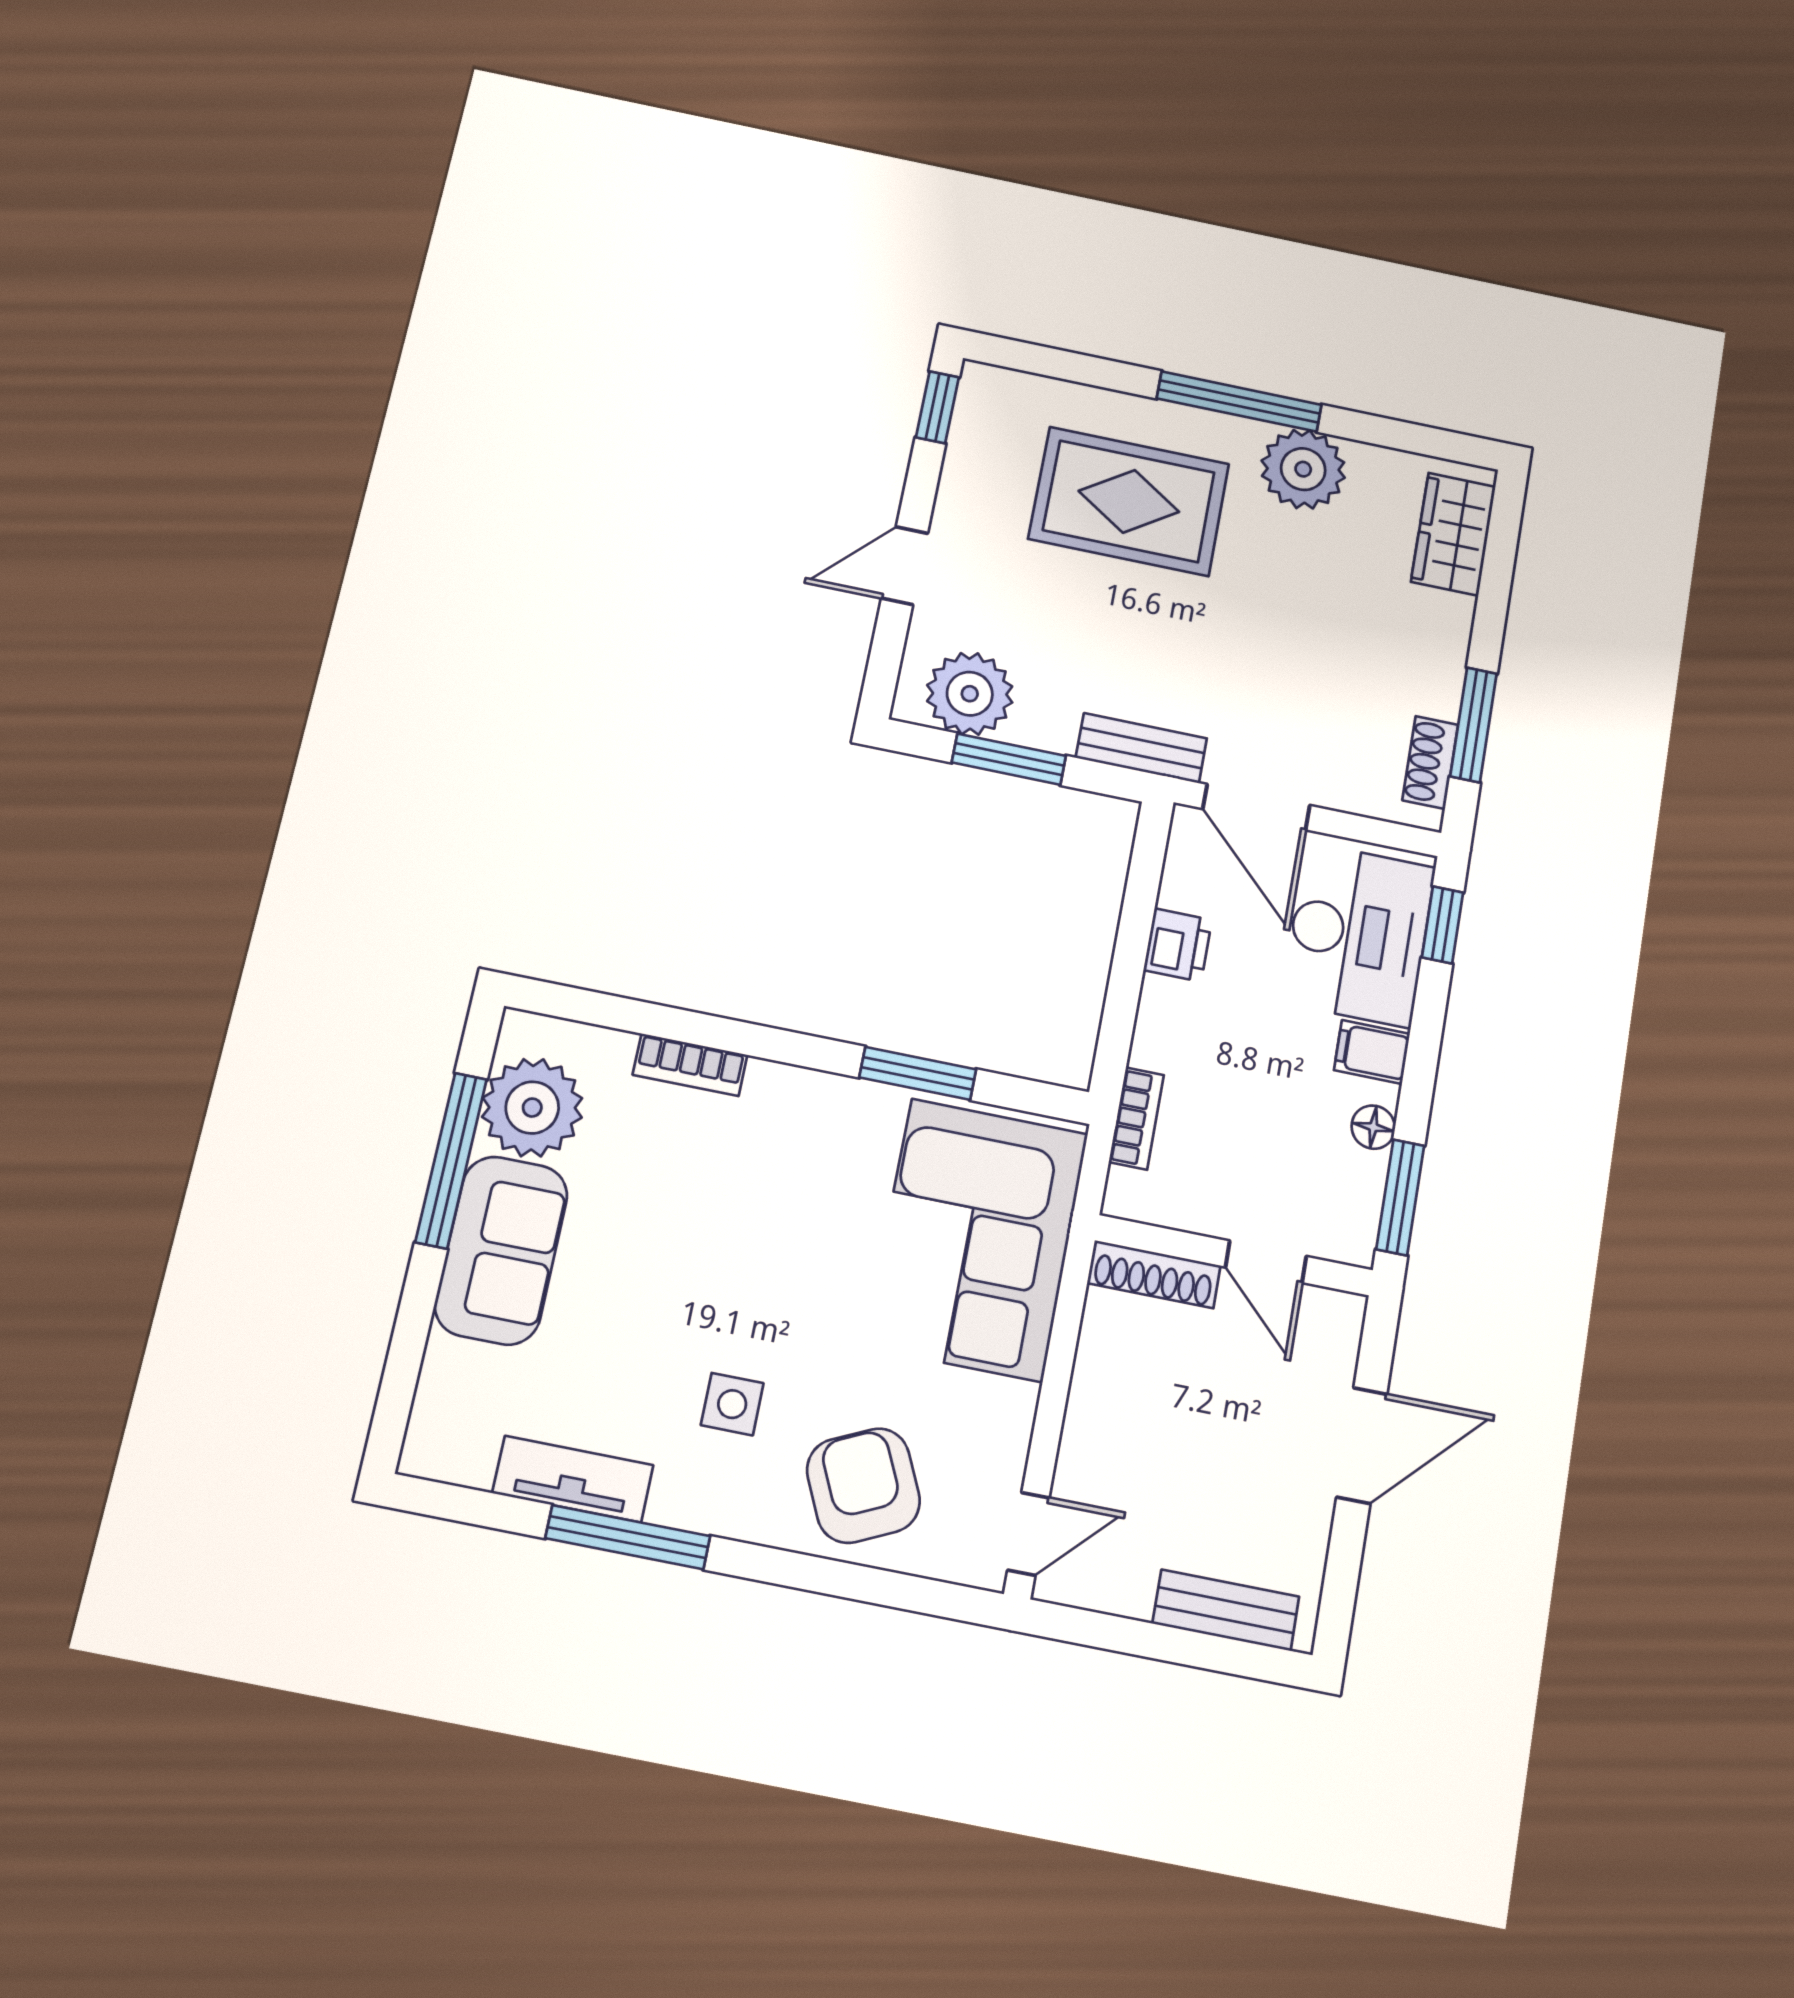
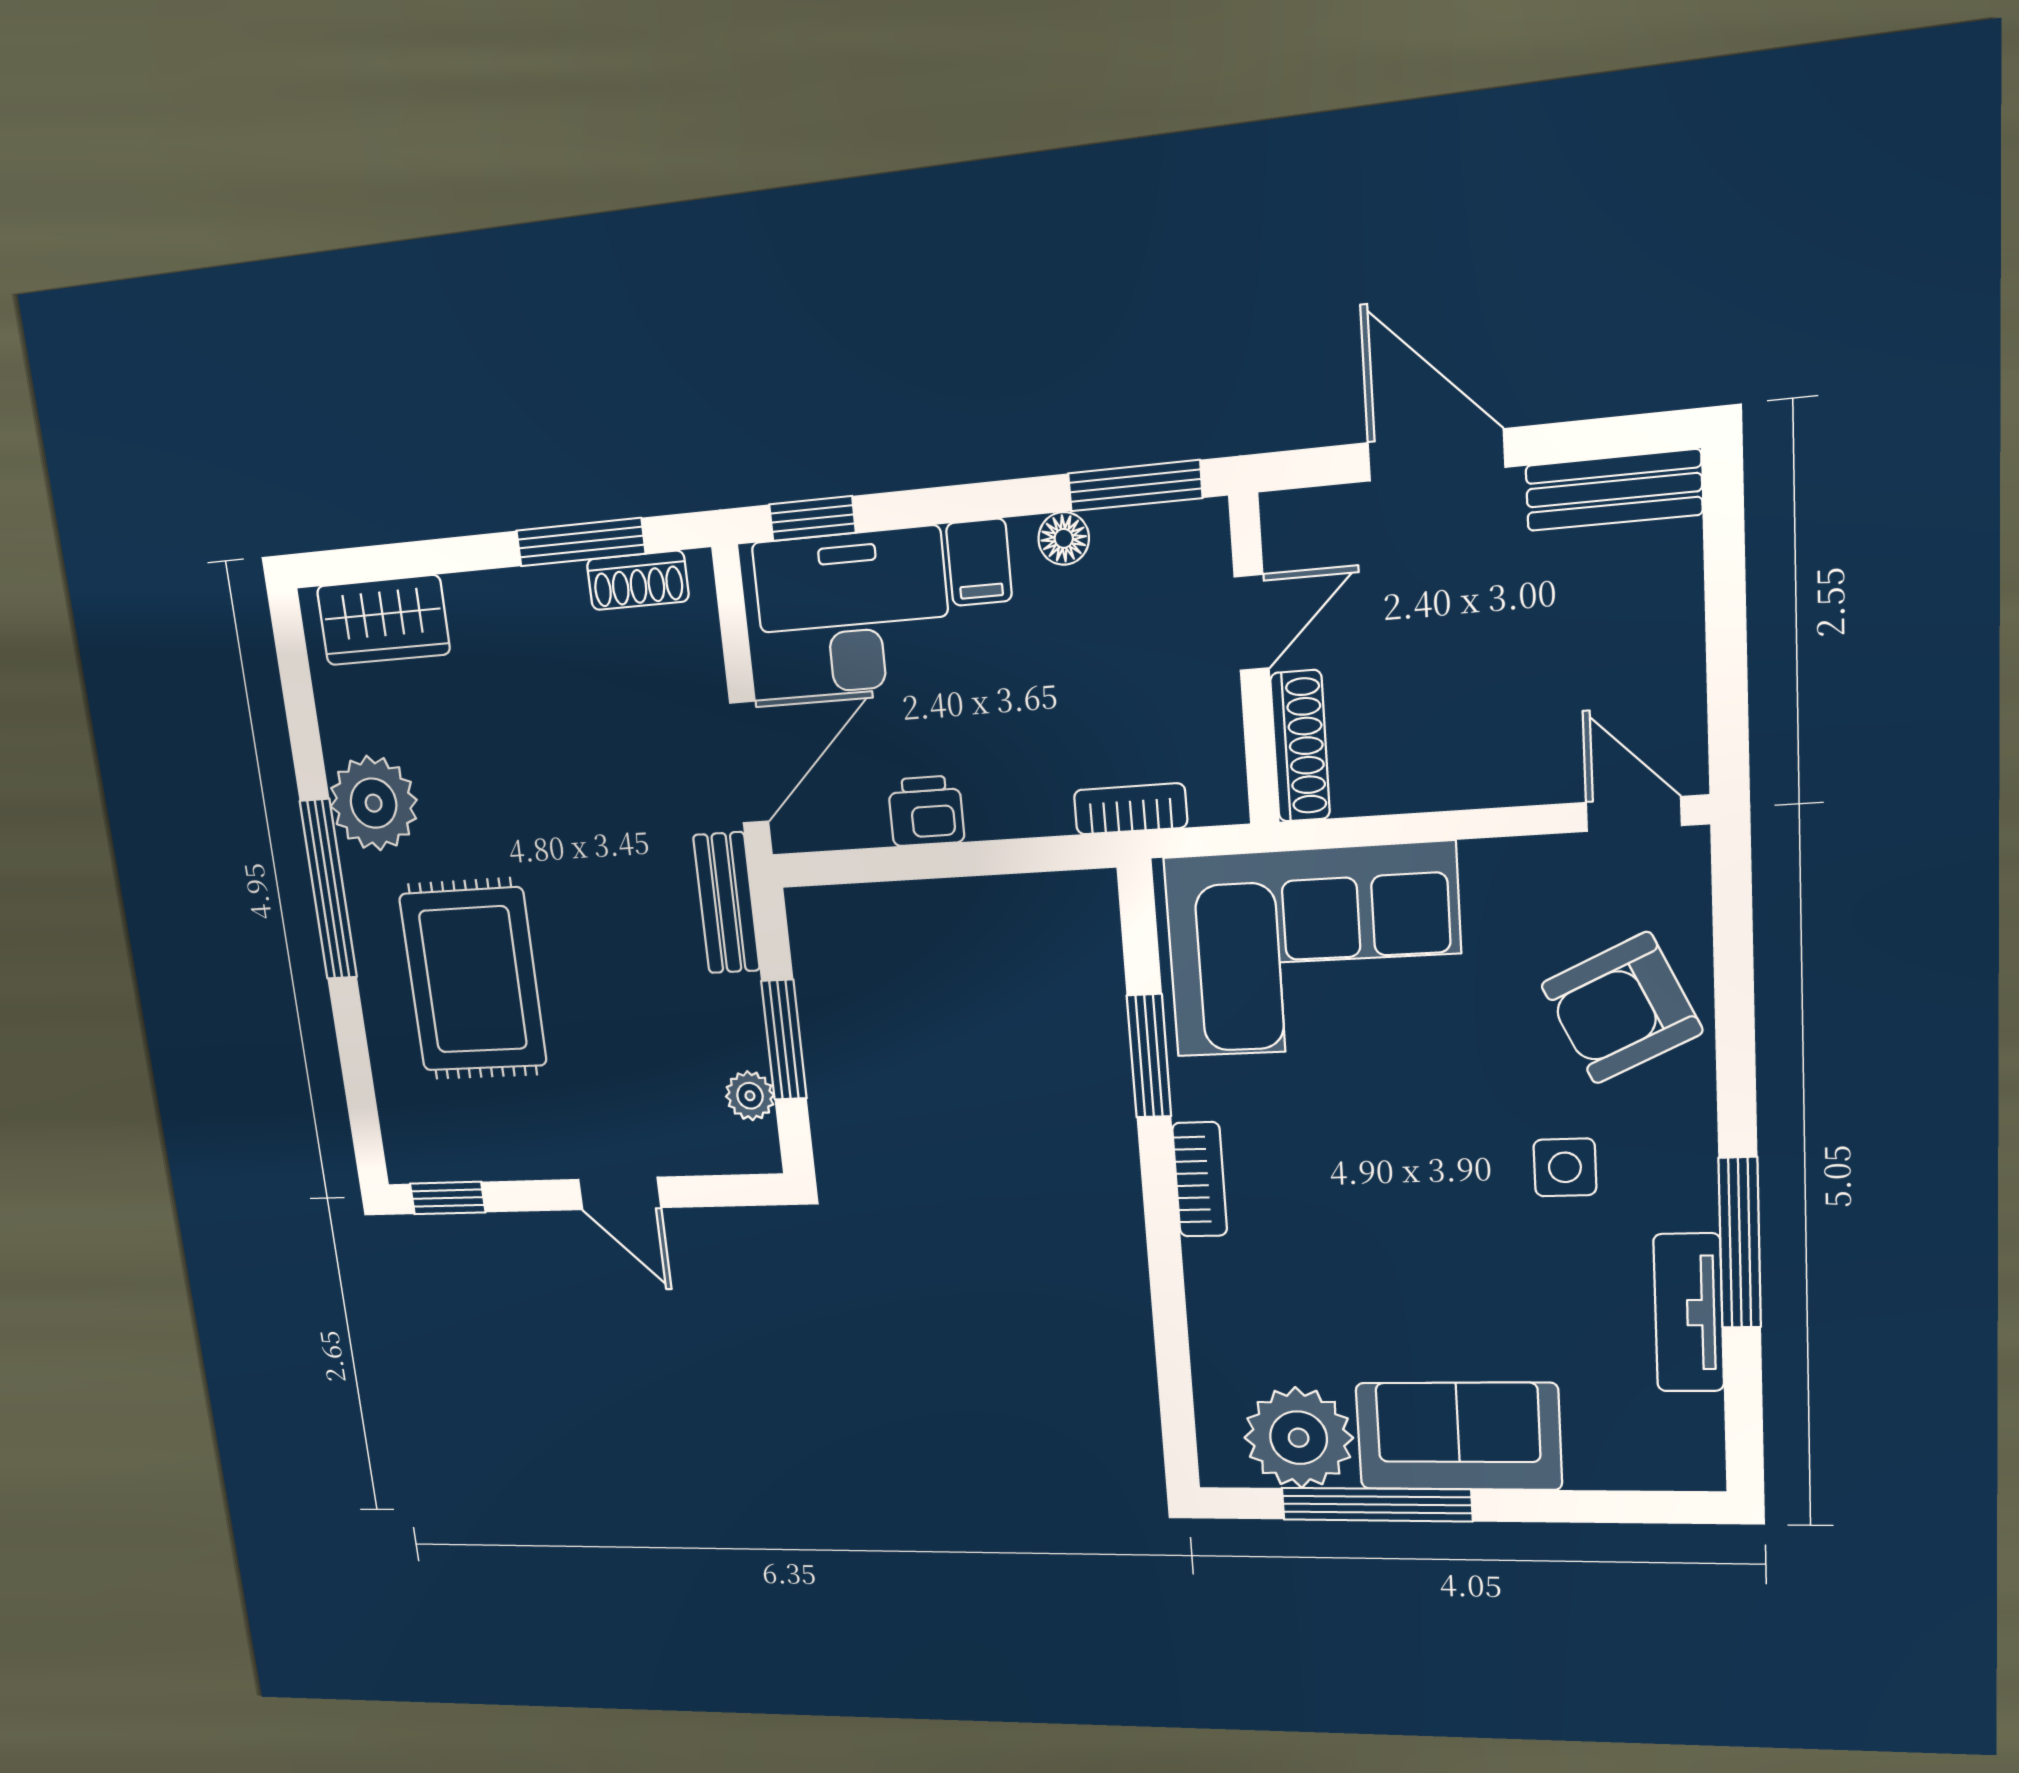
plant: (970, 694) -> (750, 1096), width x0.53, depth x0.53
bookcase: (690, 1065) -> (1200, 1179), moved
bench: (1226, 1610) -> (1614, 490), moved, turned 90

